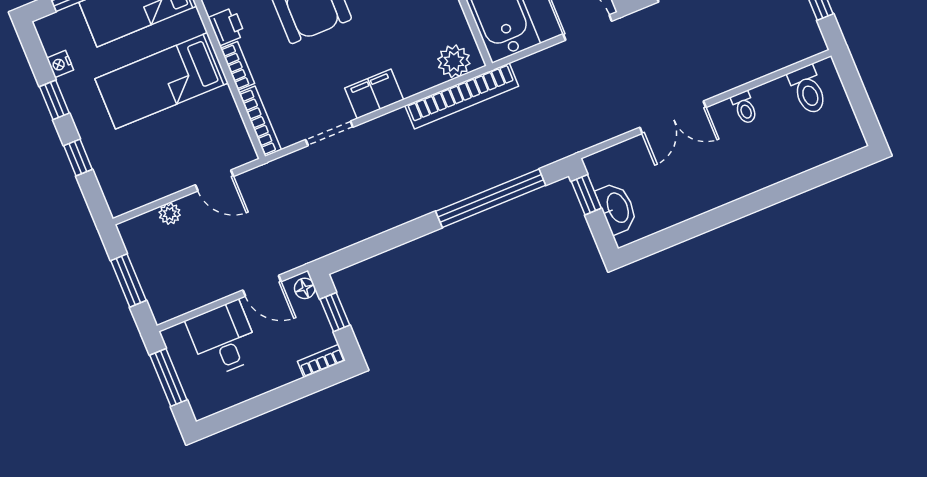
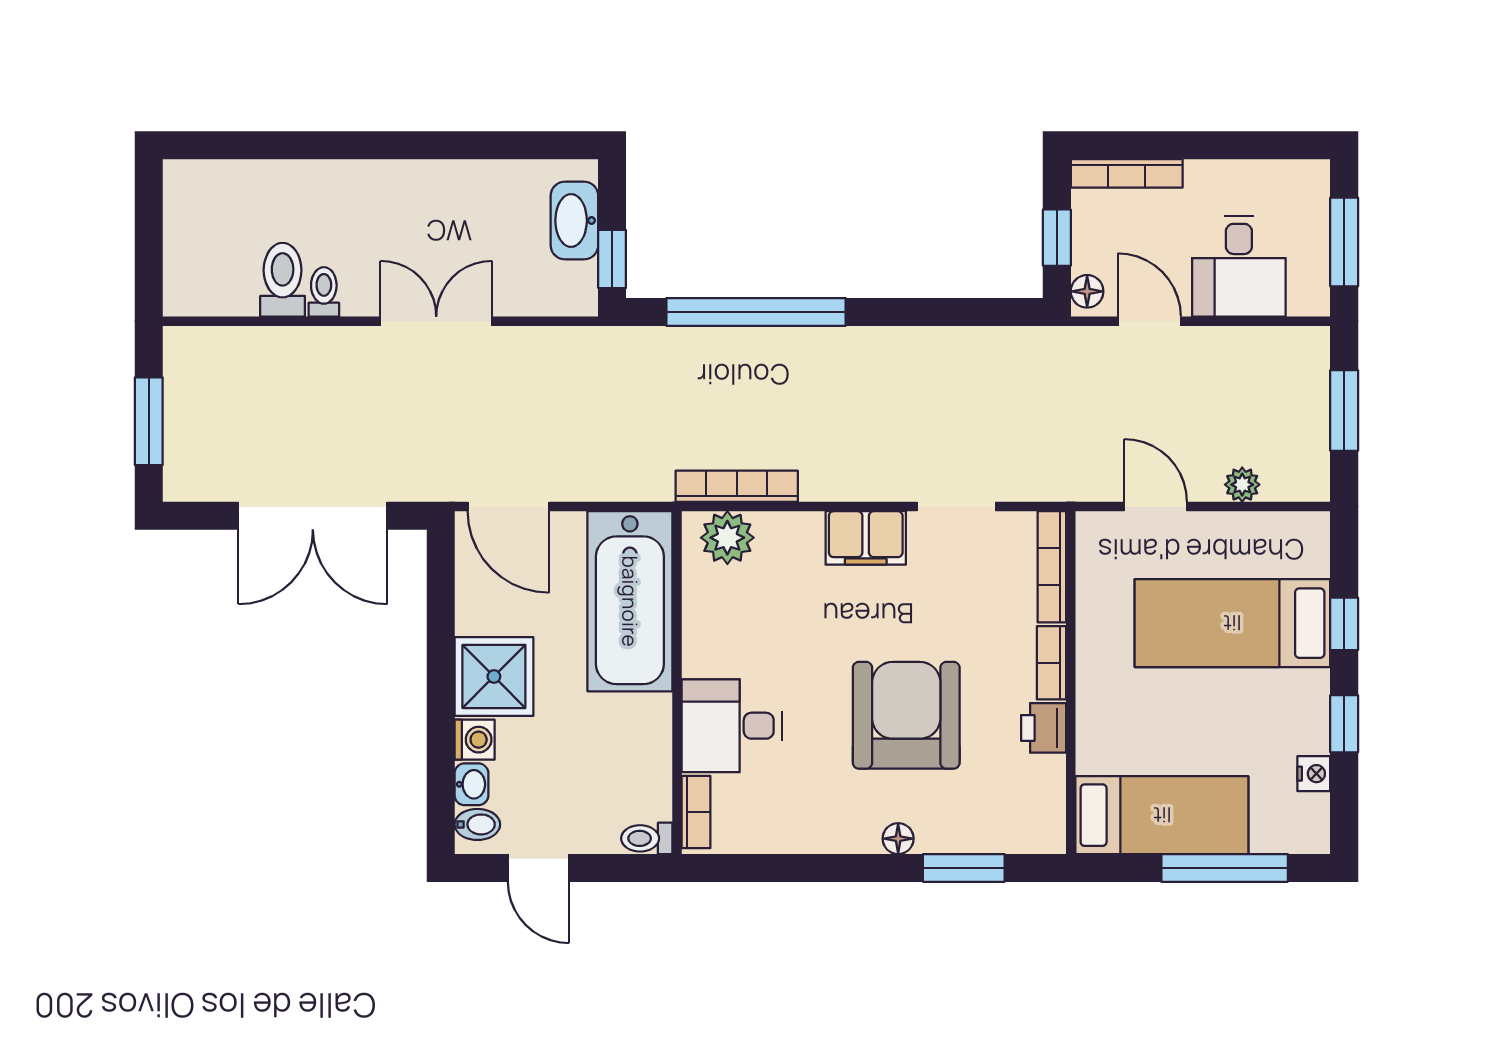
bed: (162, 81) -> (1232, 623), moved, turned 180
toilet: (808, 90) -> (283, 280), moved
bookcase: (462, 96) -> (737, 486), width x0.68, depth x0.76
bookcase: (321, 361) -> (1127, 173), width x1.56

